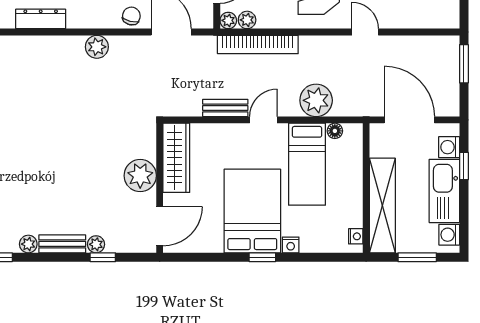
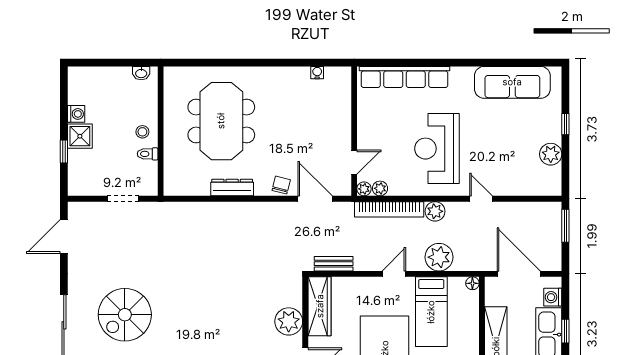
dresser: (41, 19) -> (232, 188), moved
plant: (97, 47) -> (435, 211), moved
bench: (225, 108) -> (334, 264), moved
floor lamp: (335, 131) -> (472, 283), moved
window: (464, 166) -> (565, 331), moved

